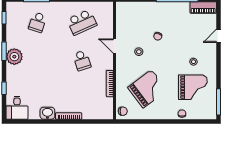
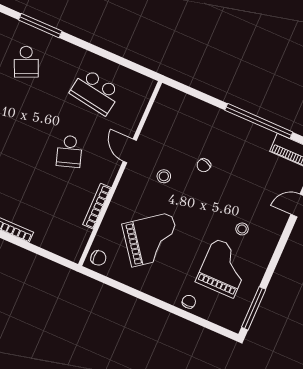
school desk: (38, 22) -> (26, 62), turned -42
school desk: (82, 22) -> (95, 92), turned 33
grand piano: (193, 87) -> (224, 268), turned -90

